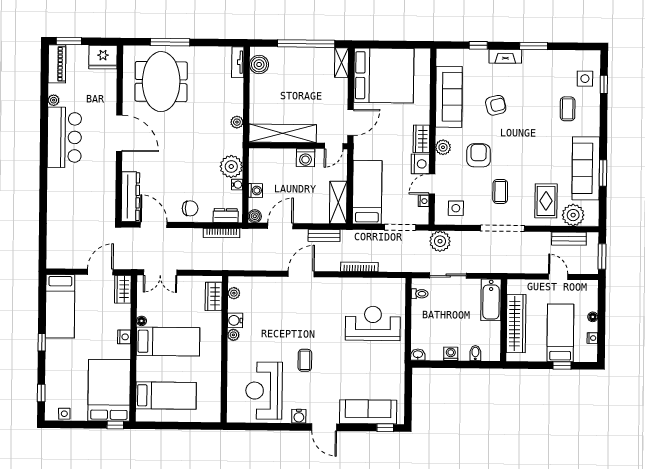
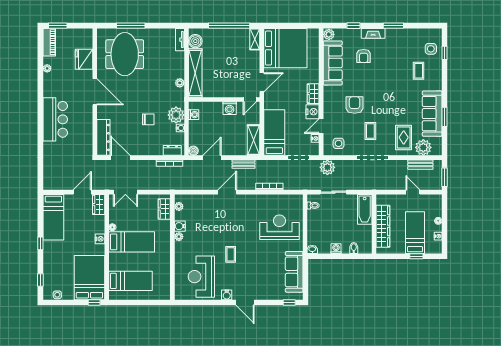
fridge: (103, 57) -> (84, 59), moved, turned 90
armchair: (496, 105) -> (364, 56), moved, turned 104
shelving: (283, 133) -> (195, 73), moved, turned 90
bar counter: (64, 137) -> (55, 119), moved
plant: (443, 147) -> (329, 34), moved
washing machine: (255, 190) -> (194, 115), moved
chair: (190, 208) -> (148, 119), moved
sofa: (368, 412) -> (294, 272), moved, turned -90

